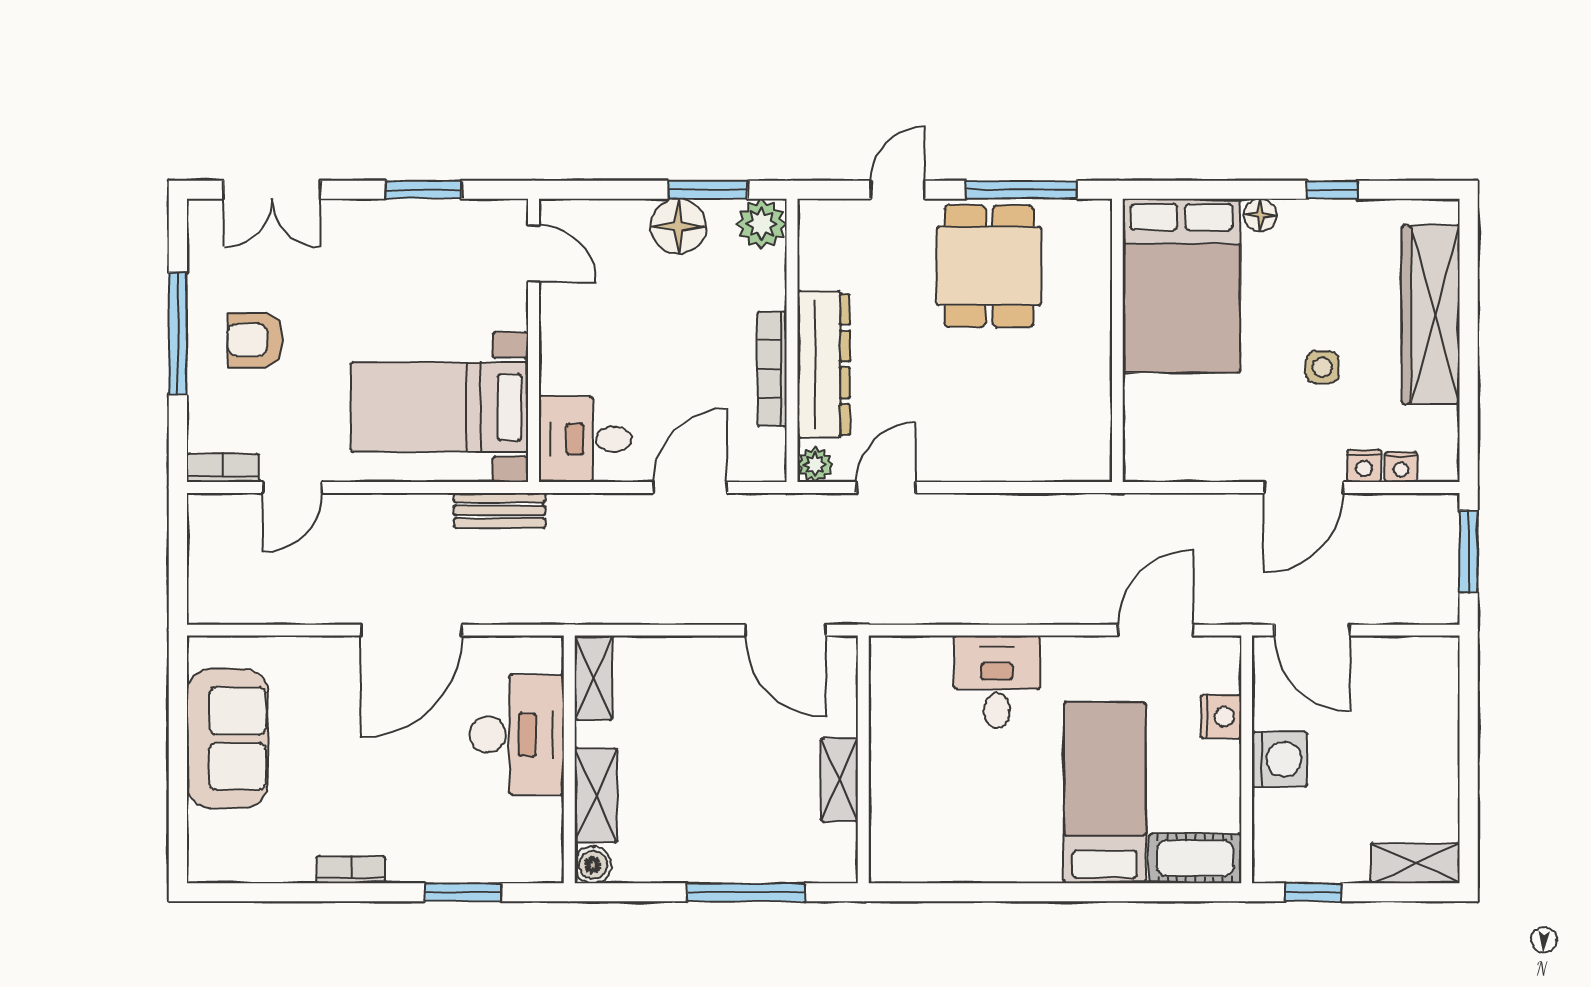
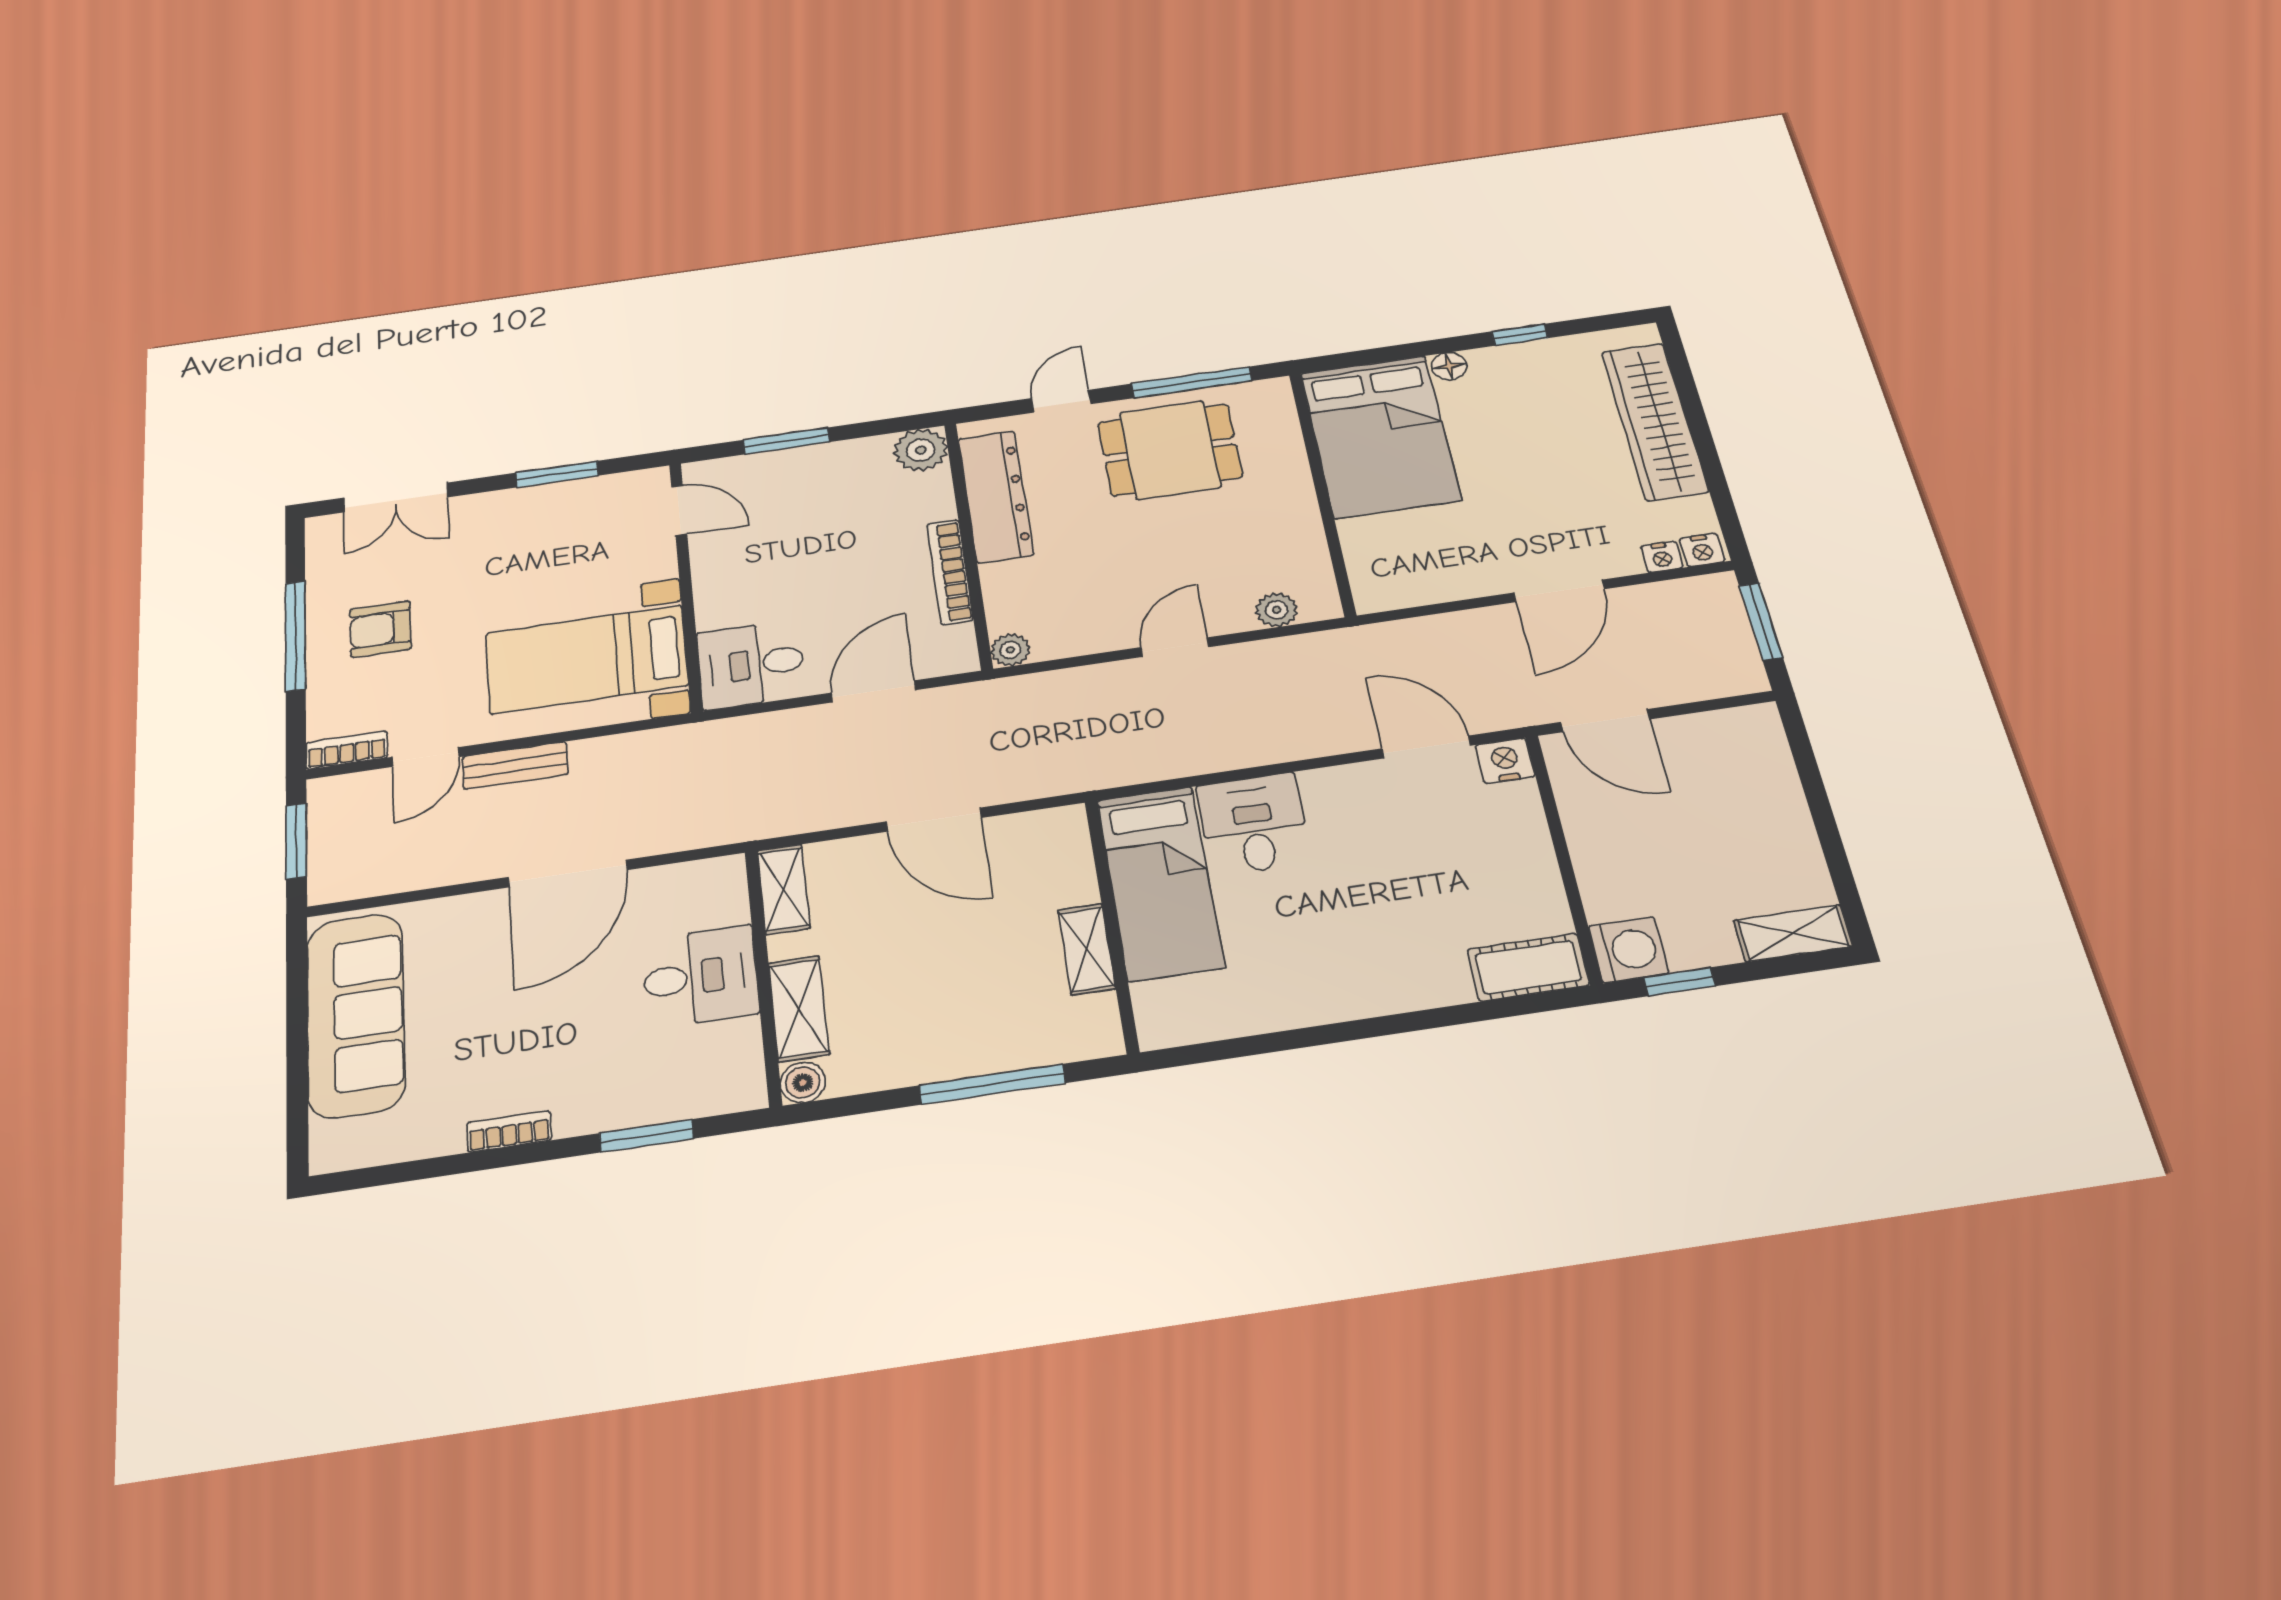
window: (708, 190) -> (786, 441), moved
floor lamp: (678, 226) -> (832, 465), removed
dining table: (989, 266) -> (1170, 450), turned 90
dresser: (824, 364) -> (996, 496), moved
side table: (1322, 367) -> (1550, 483), removed
plant: (1054, 463) -> (1277, 610), added
nightstand: (1364, 466) -> (1702, 550), moved
door: (886, 487) -> (1175, 647), moved
bench: (500, 510) -> (515, 765), moved
window: (178, 556) -> (296, 841), added
door: (785, 630) -> (934, 820), moved
door: (1156, 630) -> (1426, 747), hinge flipped
nightstand: (1221, 717) -> (1505, 761), moved, turned -90
desk: (517, 735) -> (700, 977), width x0.73
sofa: (227, 739) -> (356, 1015), width x1.36
washing machine: (1280, 759) -> (1628, 950), moved
bed: (1105, 793) -> (1160, 883), moved, turned 180

